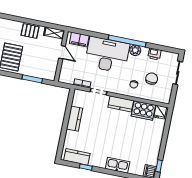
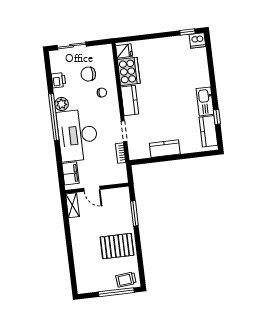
pallet: (30, 31) -> (79, 234), removed
door: (62, 52) -> (92, 189), swing flipped
kitchen sink: (118, 165) -> (205, 101), moved

